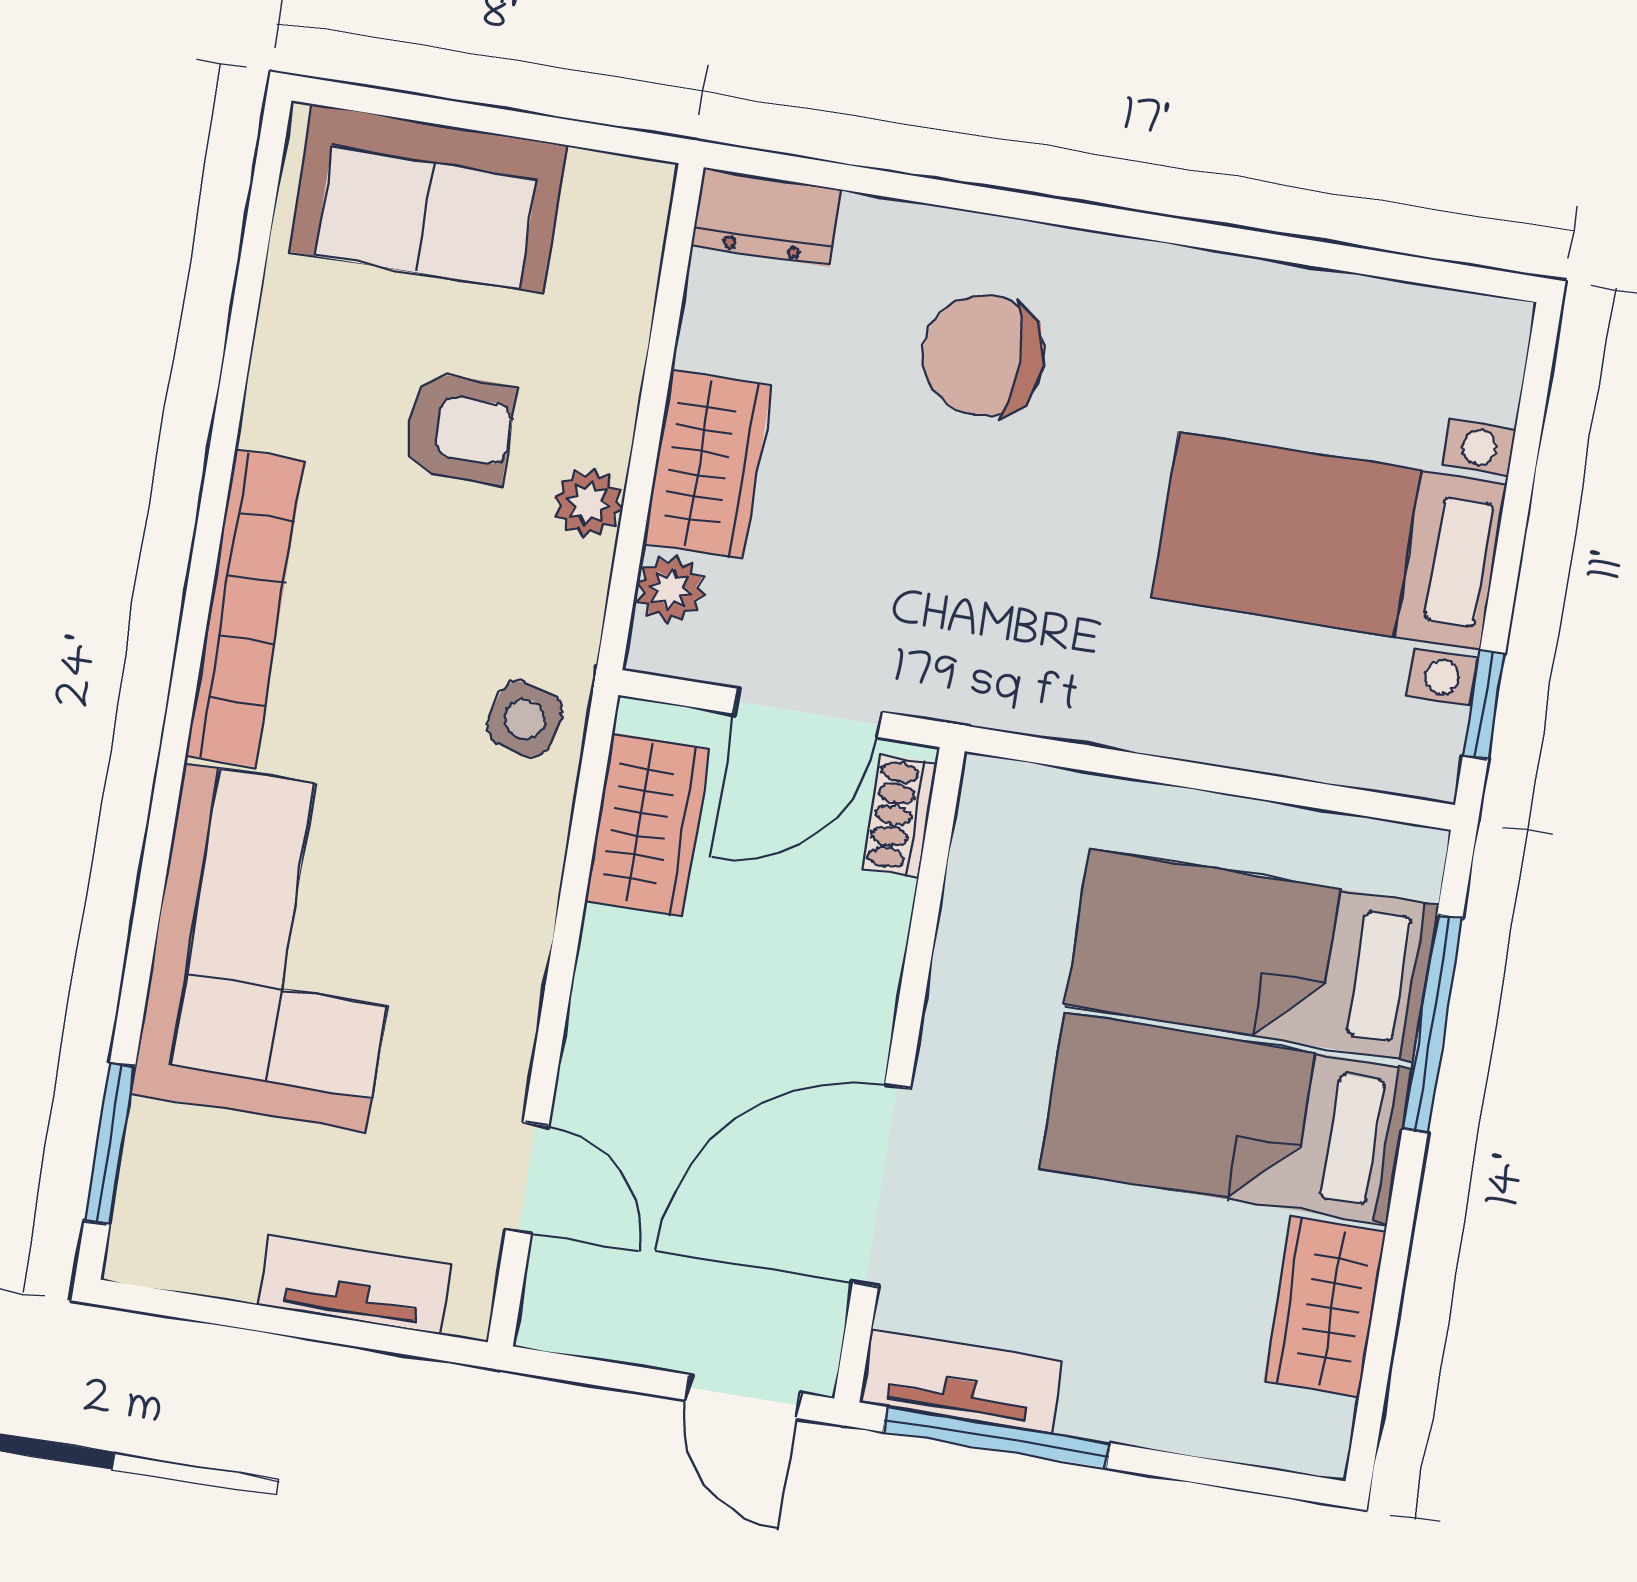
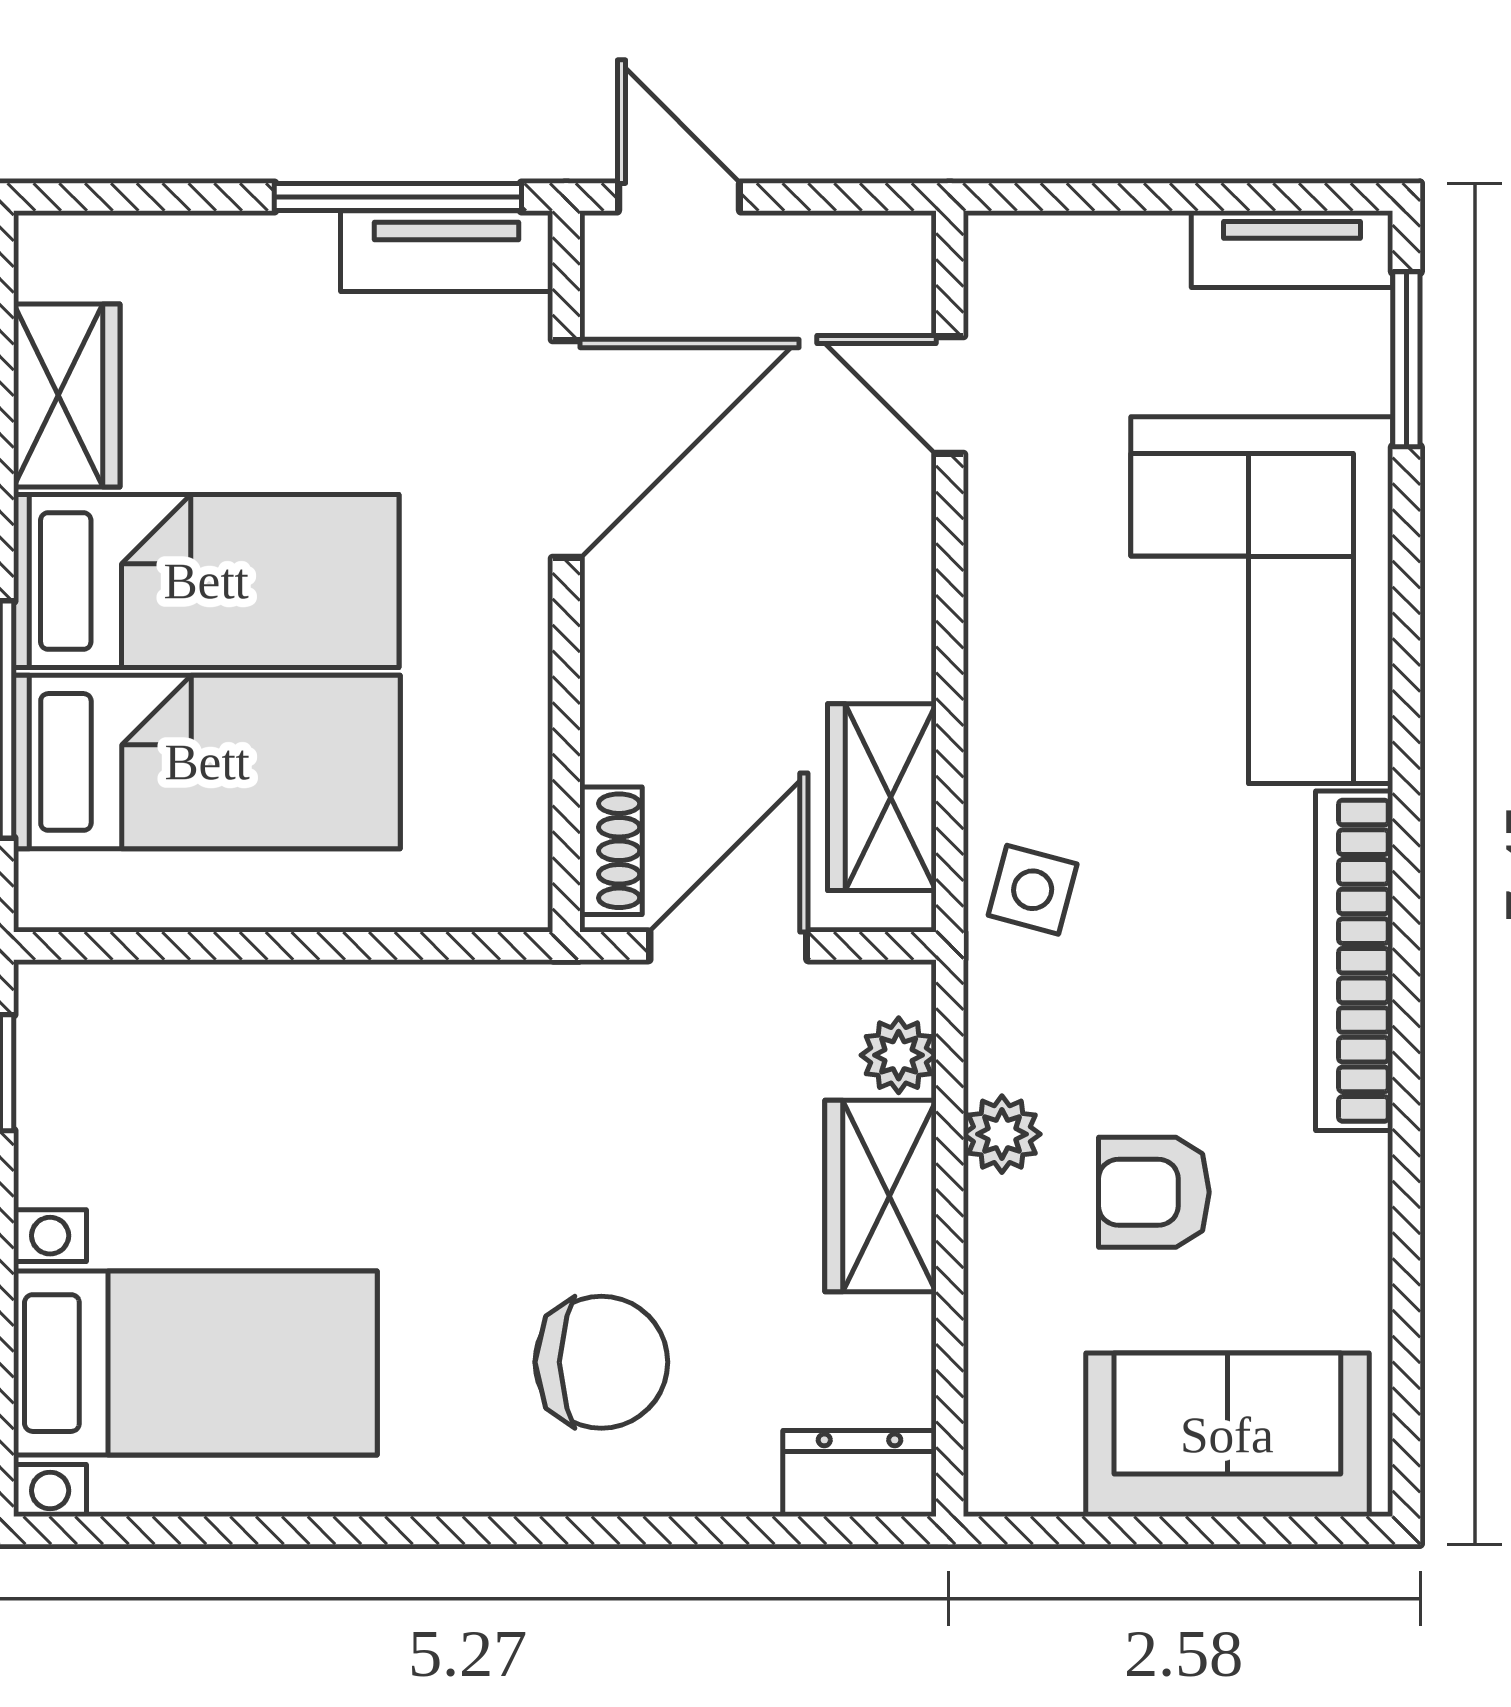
bed with nightstands: (1329, 541) -> (195, 1363), moved
tv unit: (354, 1285) -> (1292, 249), moved

